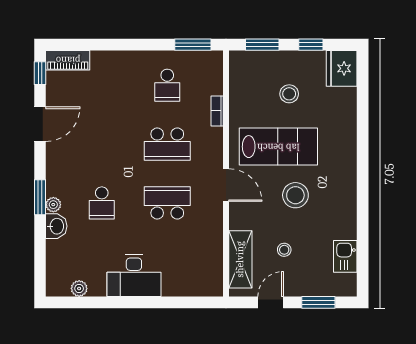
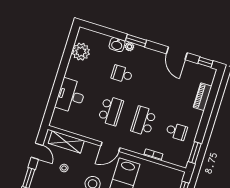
piano: (68, 60) -> (203, 97), moved
school desk: (167, 85) -> (176, 131), turned 180
desk: (134, 276) -> (71, 96), moved
plant: (79, 288) -> (81, 52), width x1.88, depth x1.88

